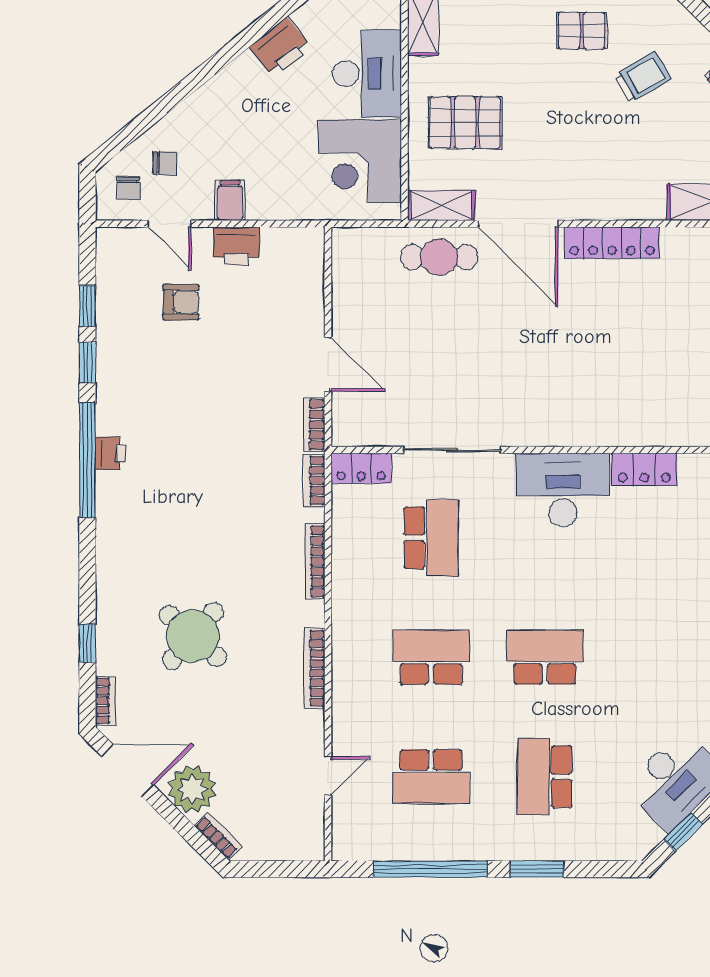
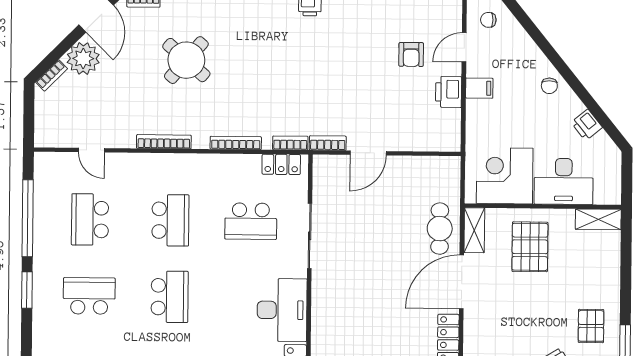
printer: (280, 47) -> (587, 125), width x0.73, depth x0.81
chair: (165, 163) -> (549, 86), moved
locker: (361, 468) -> (281, 164), moved, turned -90

